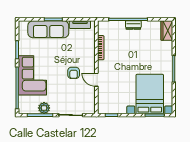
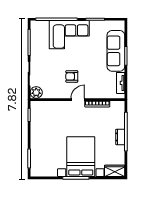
door: (96, 80) -> (78, 100), moved
bed with nightstands: (150, 94) -> (81, 157), moved, turned -90
plant: (44, 108) -> (36, 92), moved

